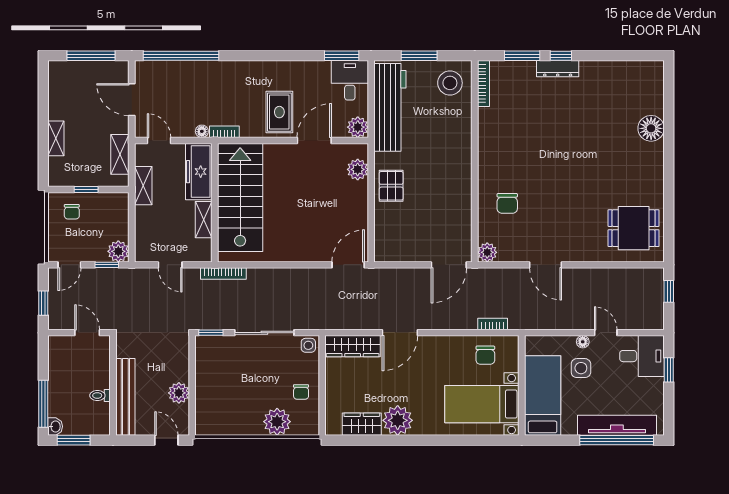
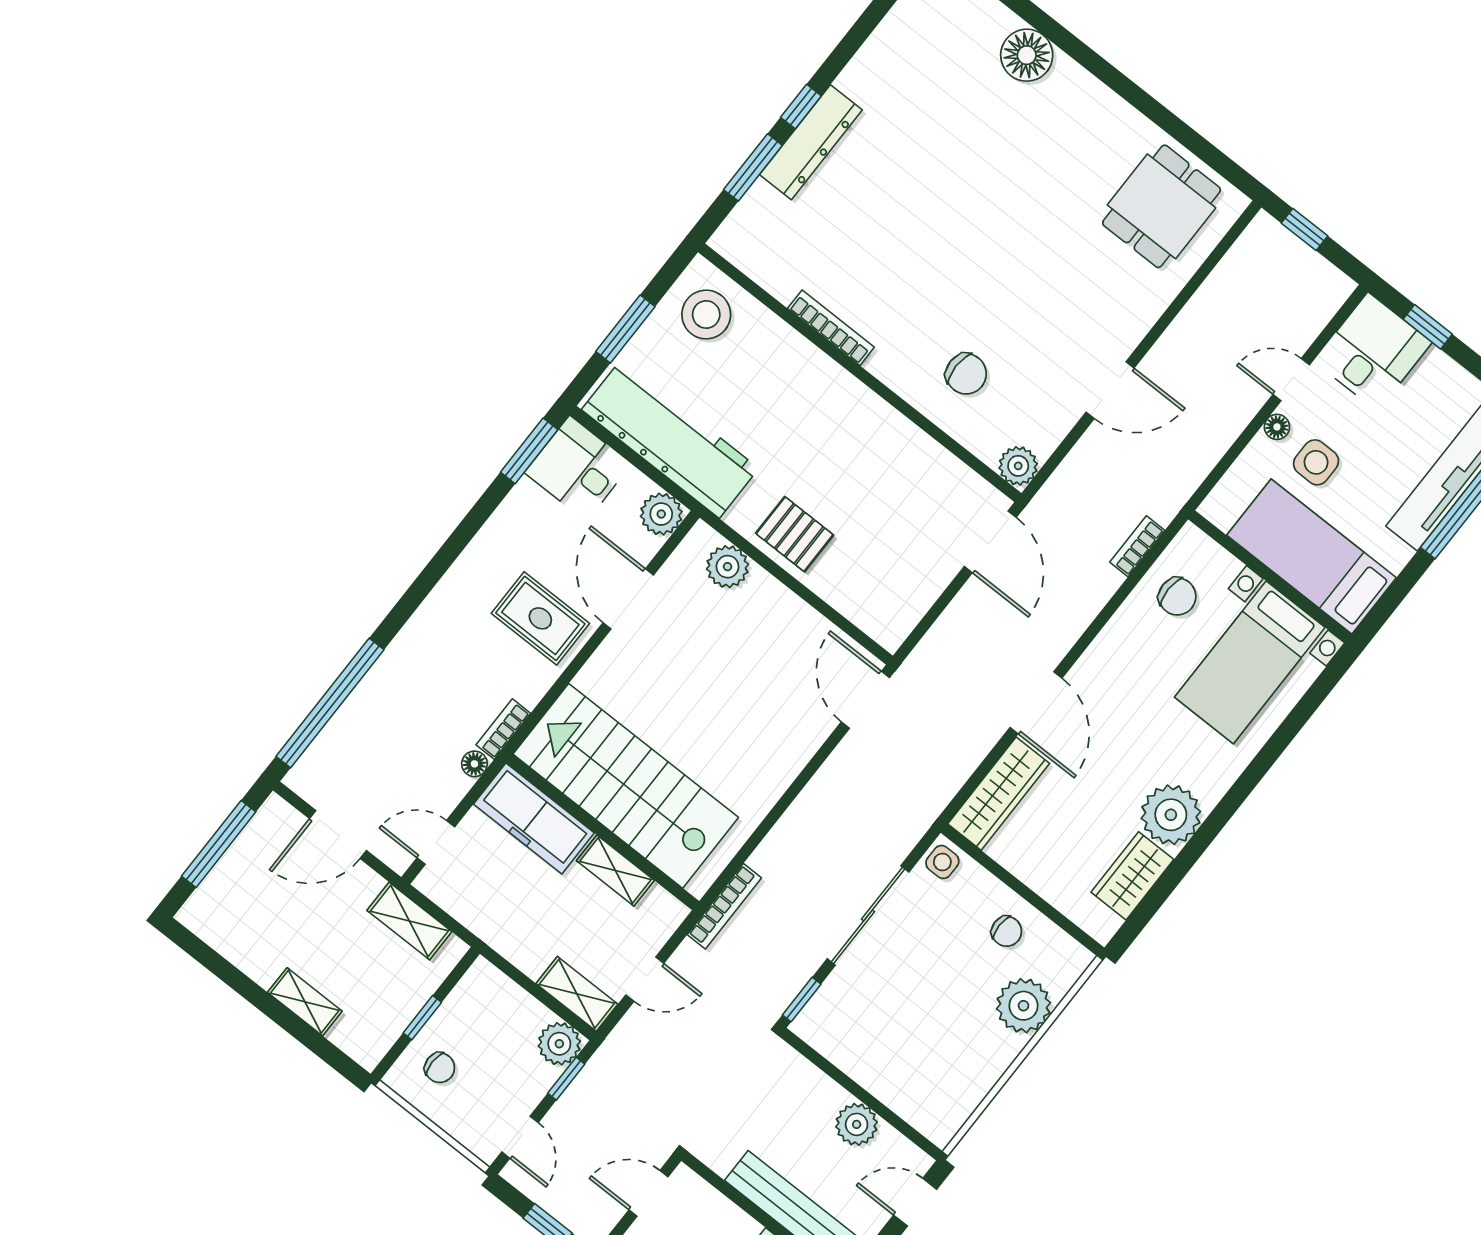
dresser: (558, 69) -> (811, 142), width x1.37, depth x1.24
bookcase: (483, 84) -> (831, 328), moved
shelving: (143, 186) -> (577, 994), moved

